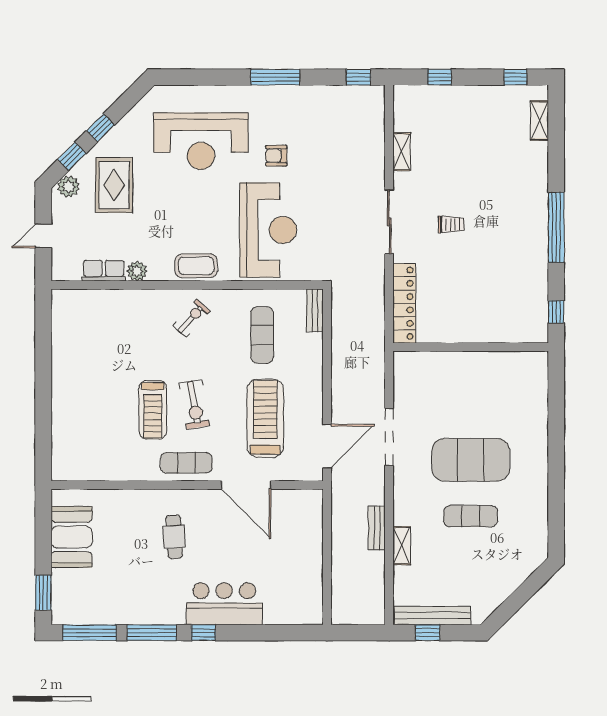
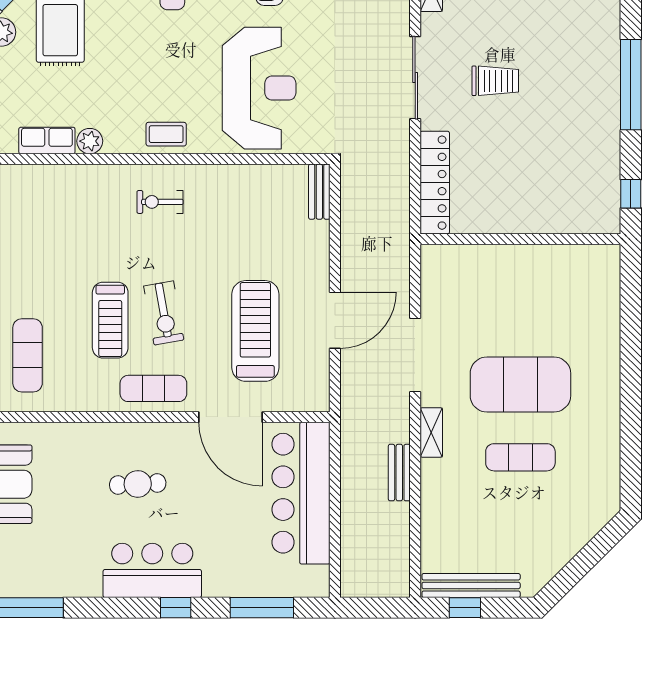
trolley: (451, 224) -> (495, 81), width x1.36, depth x1.39
coffee table: (196, 266) -> (166, 134), width x0.73, depth x0.77
exercise bike: (191, 318) -> (160, 202), turned -132
exercise mat: (262, 335) -> (28, 355), moved
door: (327, 446) -> (335, 320), moved
cafe table: (174, 537) -> (138, 484), turned 90
bar counter: (301, 544) -> (301, 493), added
shelving: (402, 546) -> (431, 432), moved
bar counter: (224, 604) -> (152, 570), moved
window: (152, 633) -> (262, 608), moved

